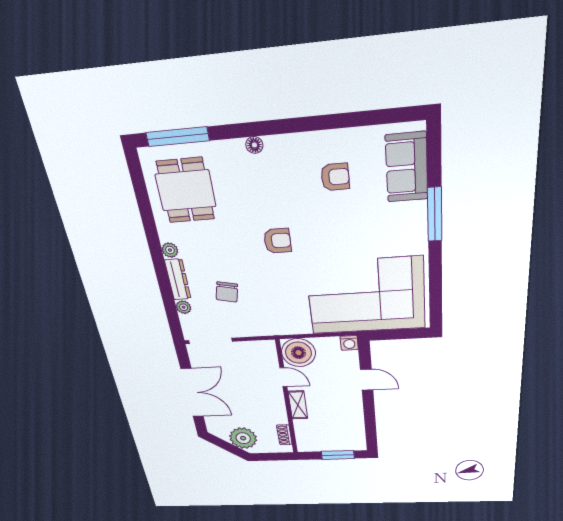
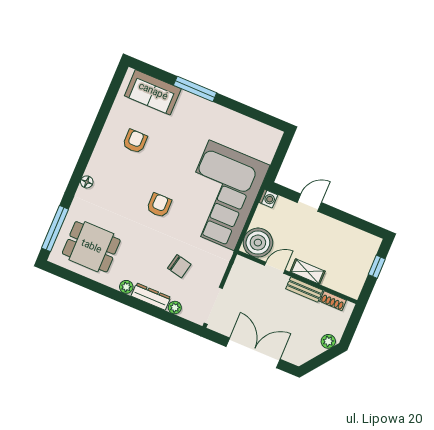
corner sofa: (366, 296) -> (222, 195), moved
bench: (279, 409) -> (304, 290), added
plant: (243, 438) -> (328, 341), width x0.53, depth x0.53
window: (338, 455) -> (377, 267), width x0.67

